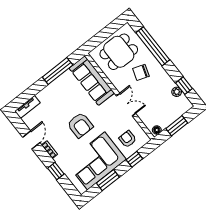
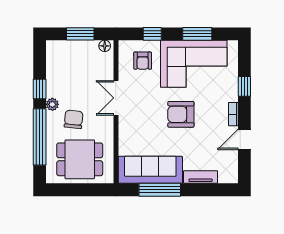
chair: (141, 72) -> (74, 119), turned -103
sofa: (92, 81) -> (150, 170), moved, turned -90
window: (184, 86) -> (40, 89), moved
plant: (177, 92) -> (52, 104), moved
tv unit: (27, 107) -> (201, 177), moved
armchair: (80, 125) -> (181, 114), turned -90

